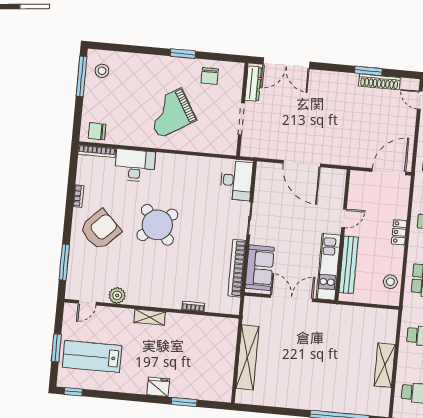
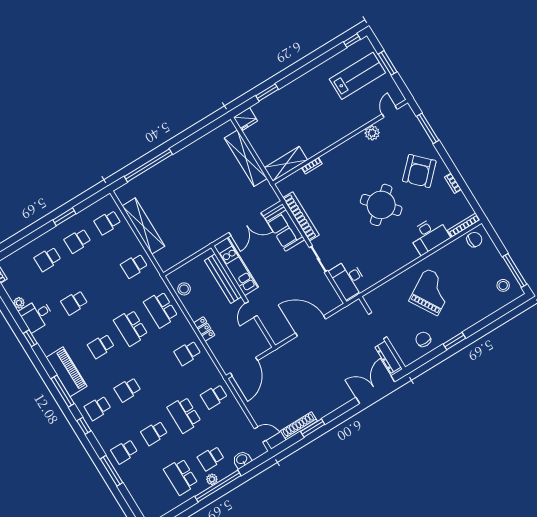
shelving: (150, 317) -> (286, 164), moved, width x1.50, depth x1.33
shelving: (385, 365) -> (143, 226), width x1.47
fridge: (158, 387) -> (246, 119), moved

